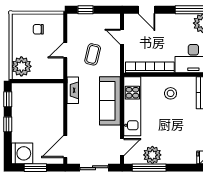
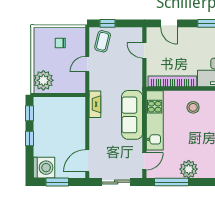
coffee table: (93, 54) -> (103, 41), moved
plant: (152, 155) -> (189, 169), moved

